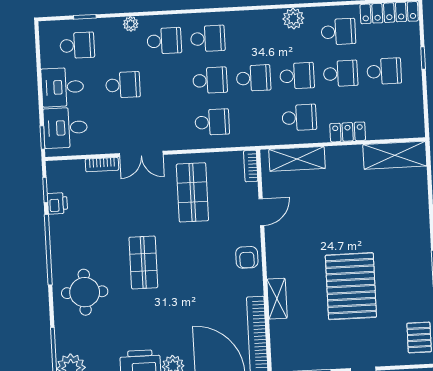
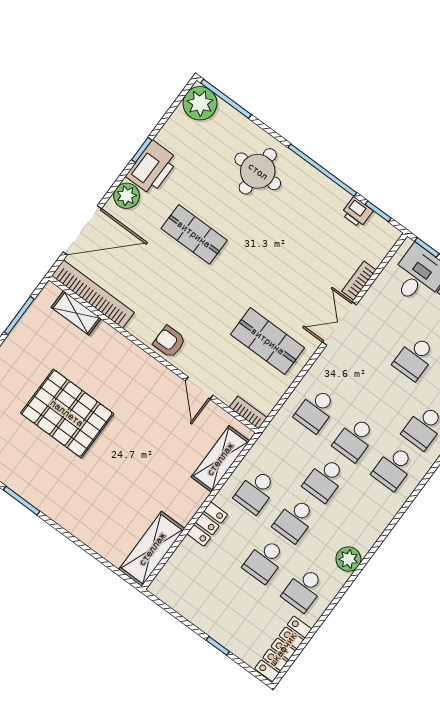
school desk: (384, 71) -> (235, 601), removed
shop shelf: (143, 262) -> (194, 234), moved
shelving: (277, 299) -> (76, 313), moved

